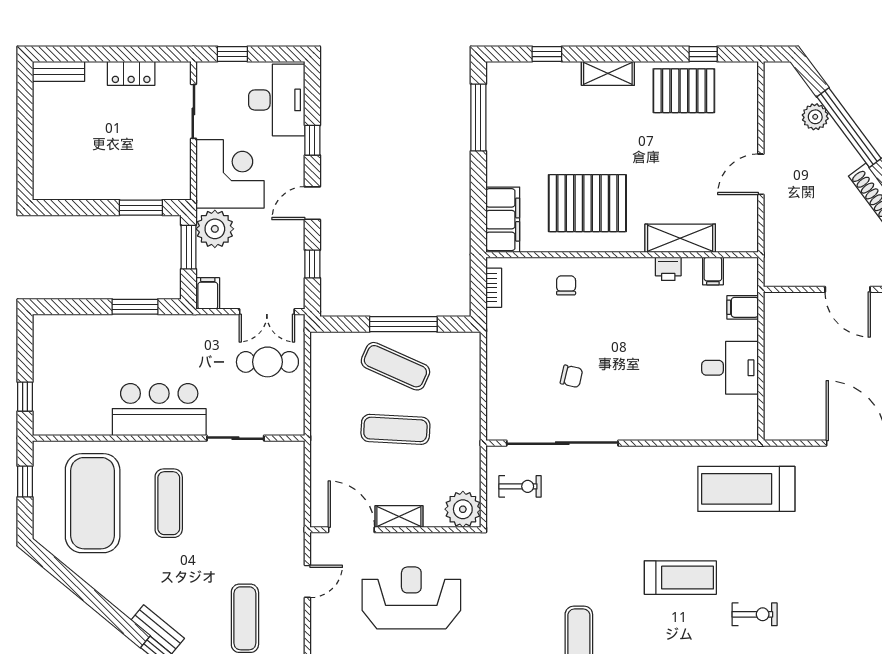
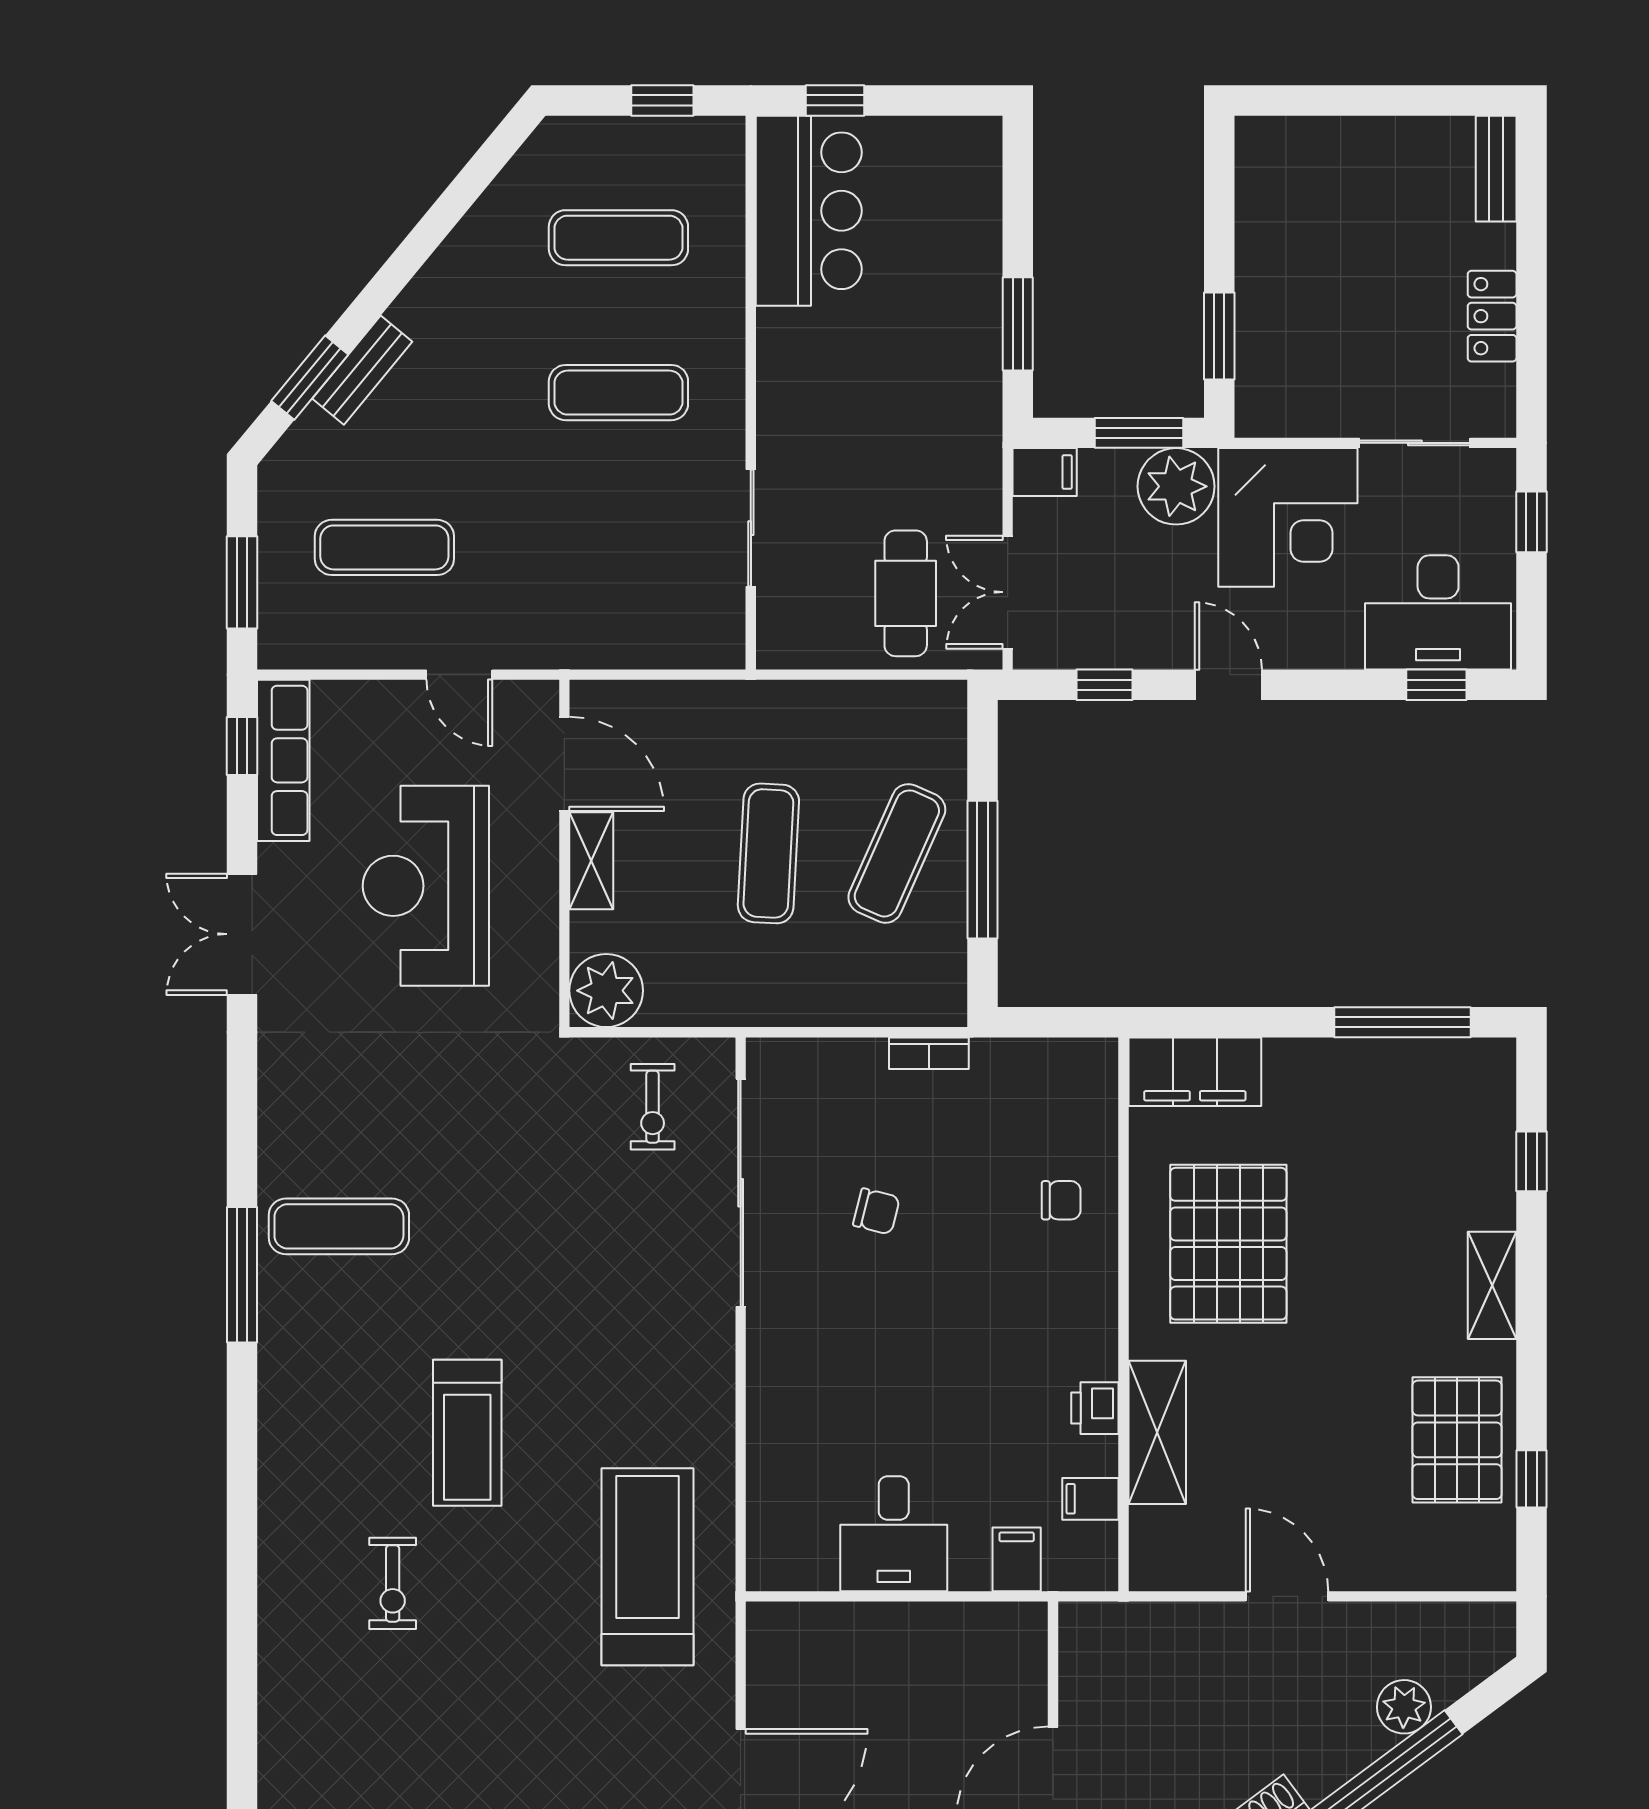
window: (312, 140) -> (1436, 685), moved
bookcase: (494, 288) -> (929, 1053), moved
chair: (571, 376) -> (876, 1211), turned -89
bar counter: (159, 410) -> (809, 211), moved
exercise mat: (93, 503) -> (618, 238), width x0.50, depth x0.69
door: (351, 530) -> (564, 764), hinge flipped
reception desk: (411, 598) -> (426, 886), turned 180

